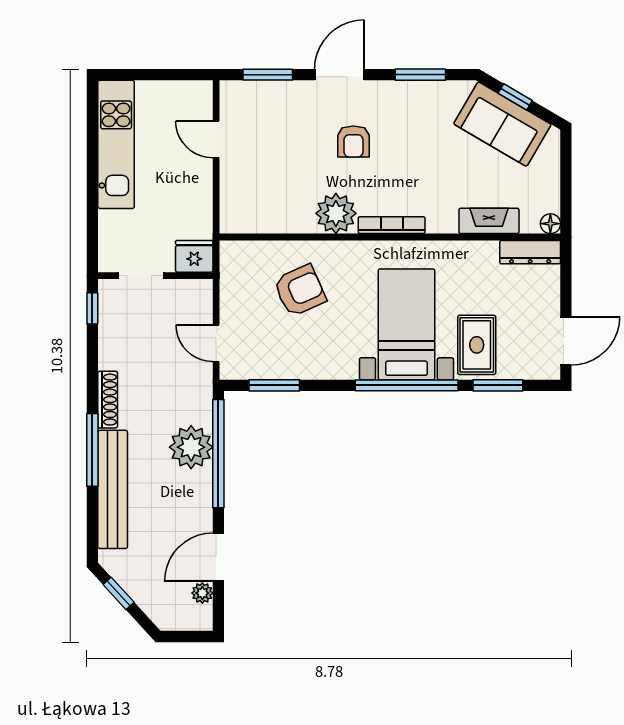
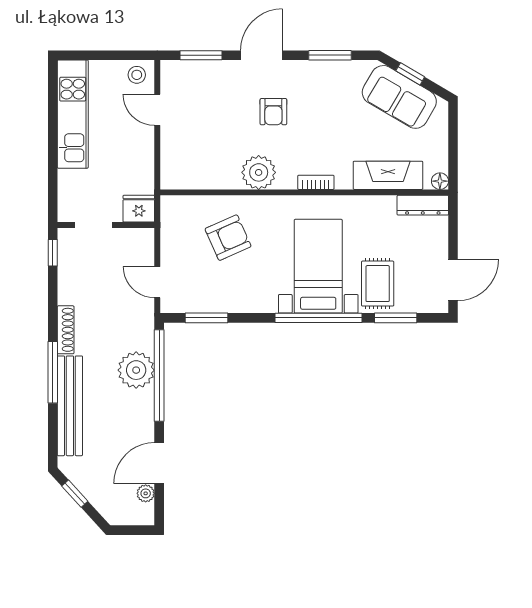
stool: (192, 98) -> (137, 75), added
fireplace: (489, 221) -> (388, 175), width x1.37, depth x1.32
bookcase: (392, 225) -> (316, 182), width x0.64

